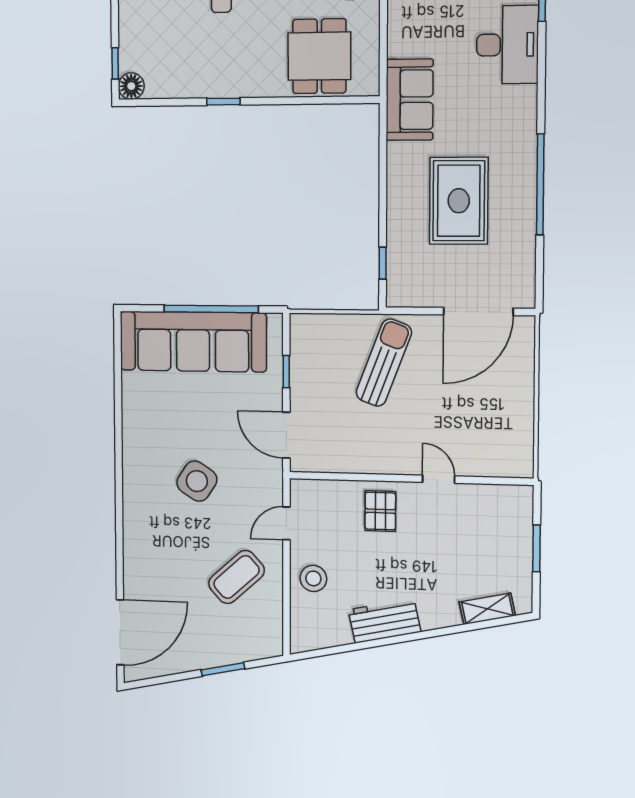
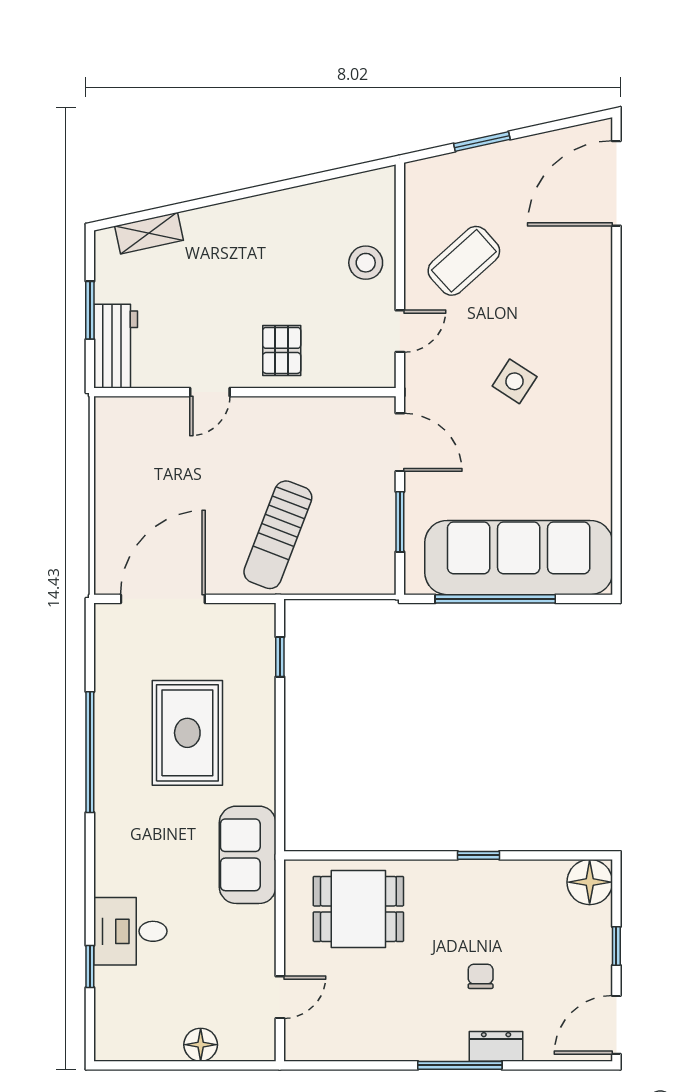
desk: (507, 45) -> (130, 931), width x0.73
dining table: (319, 56) -> (358, 909), turned 90
window: (115, 63) -> (616, 946), moved
floor lamp: (131, 86) -> (590, 882), width x1.38, depth x1.38
window: (286, 372) -> (400, 522), width x1.50
door: (439, 479) -> (210, 392), hinge flipped
side table: (197, 481) -> (515, 381), width x0.73, depth x0.73
workbench: (384, 621) -> (116, 346), moved, turned -78

